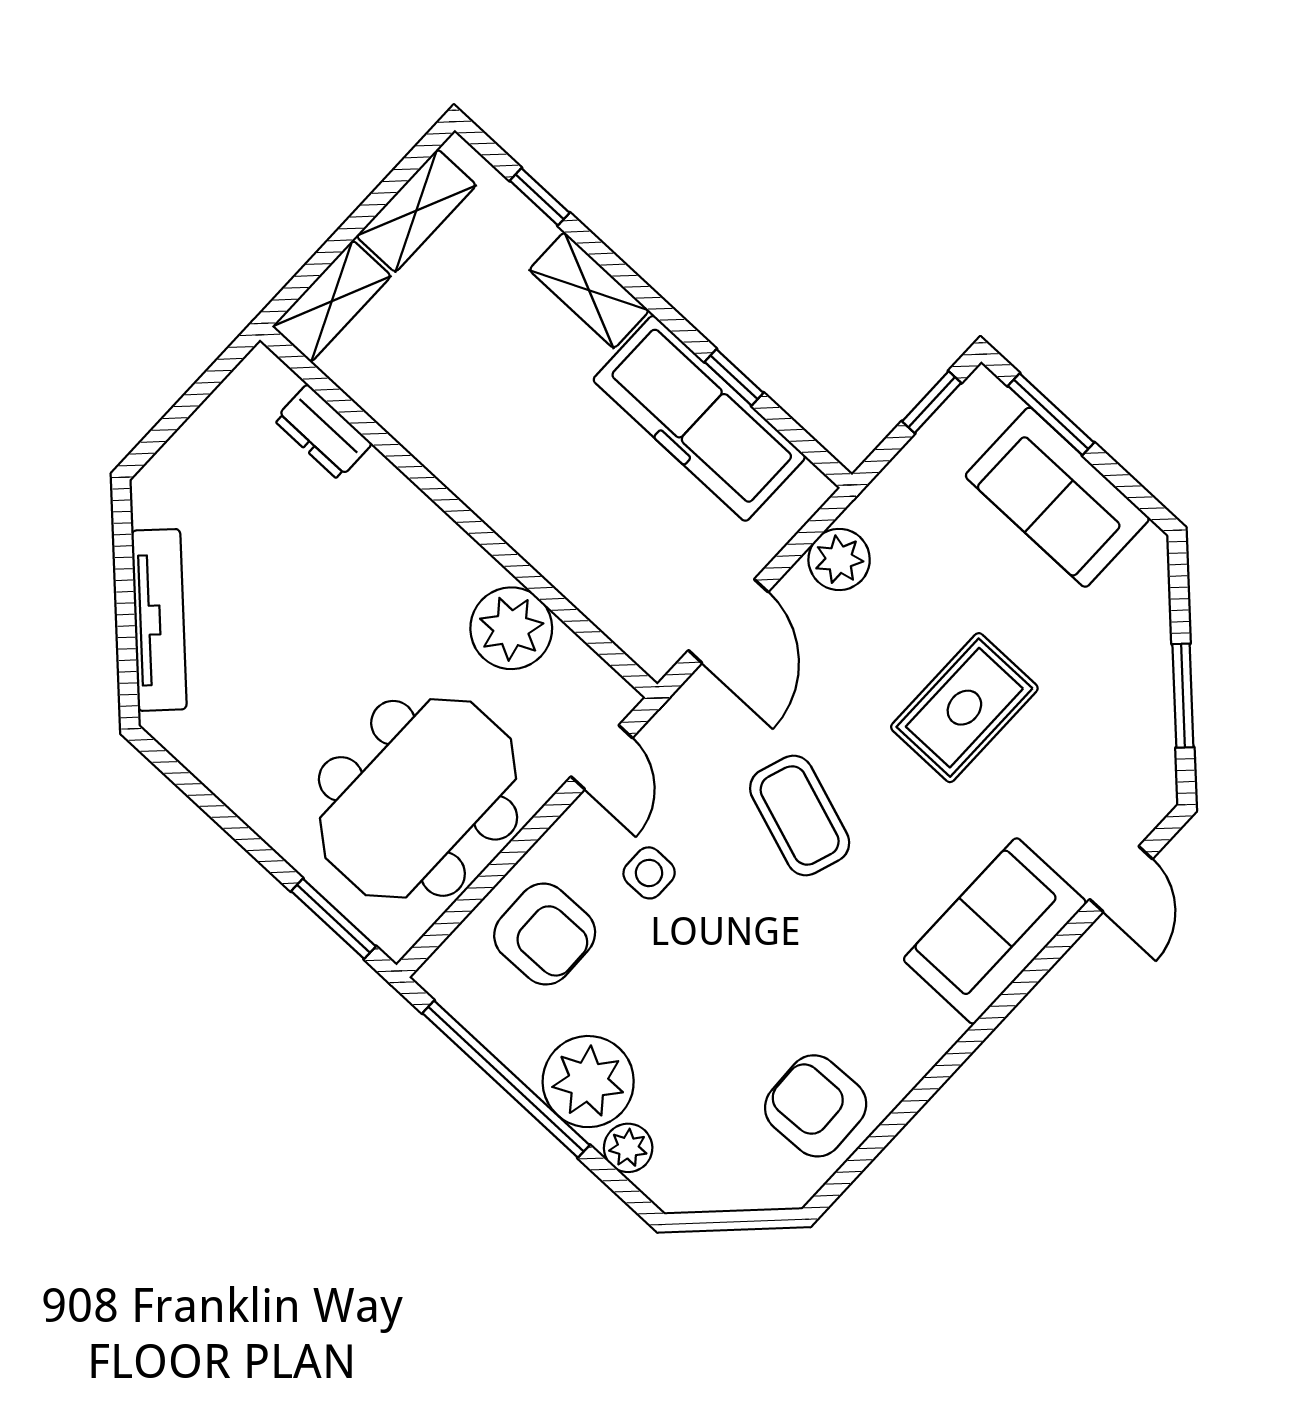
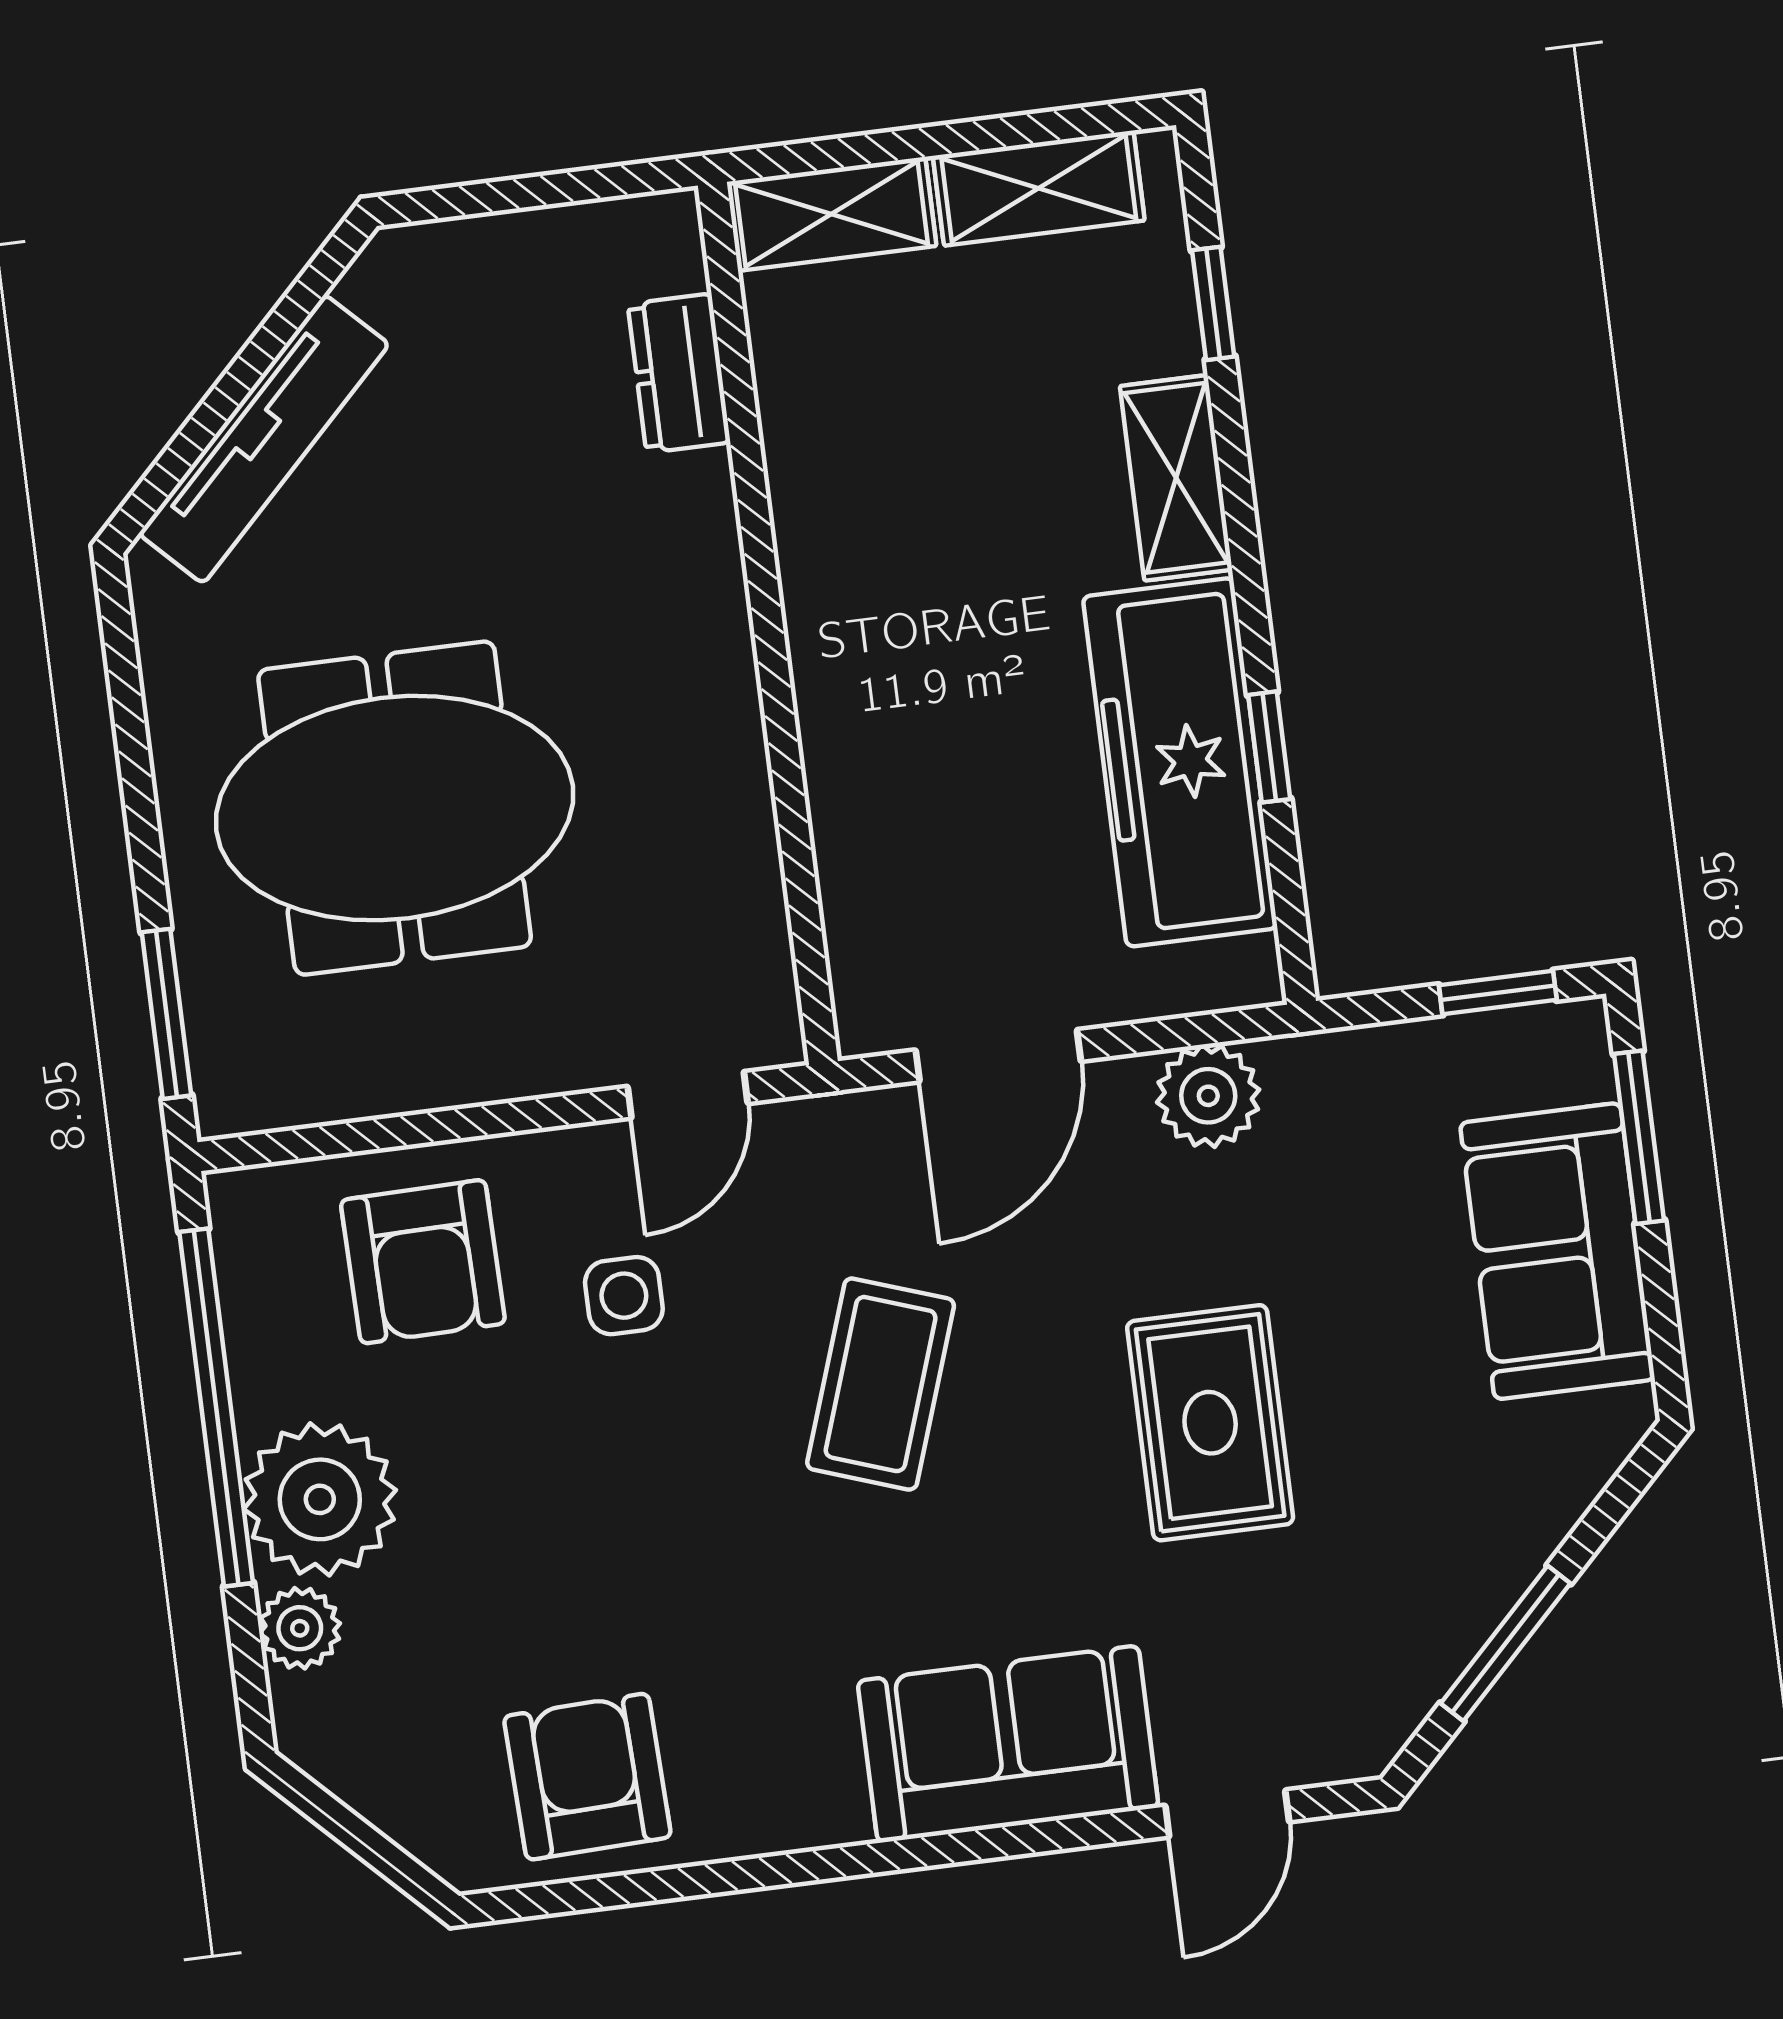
plant: (511, 628) -> (710, 830), removed
rug: (964, 708) -> (1210, 1423), turned 90
meeting table: (418, 798) -> (395, 808), moved

